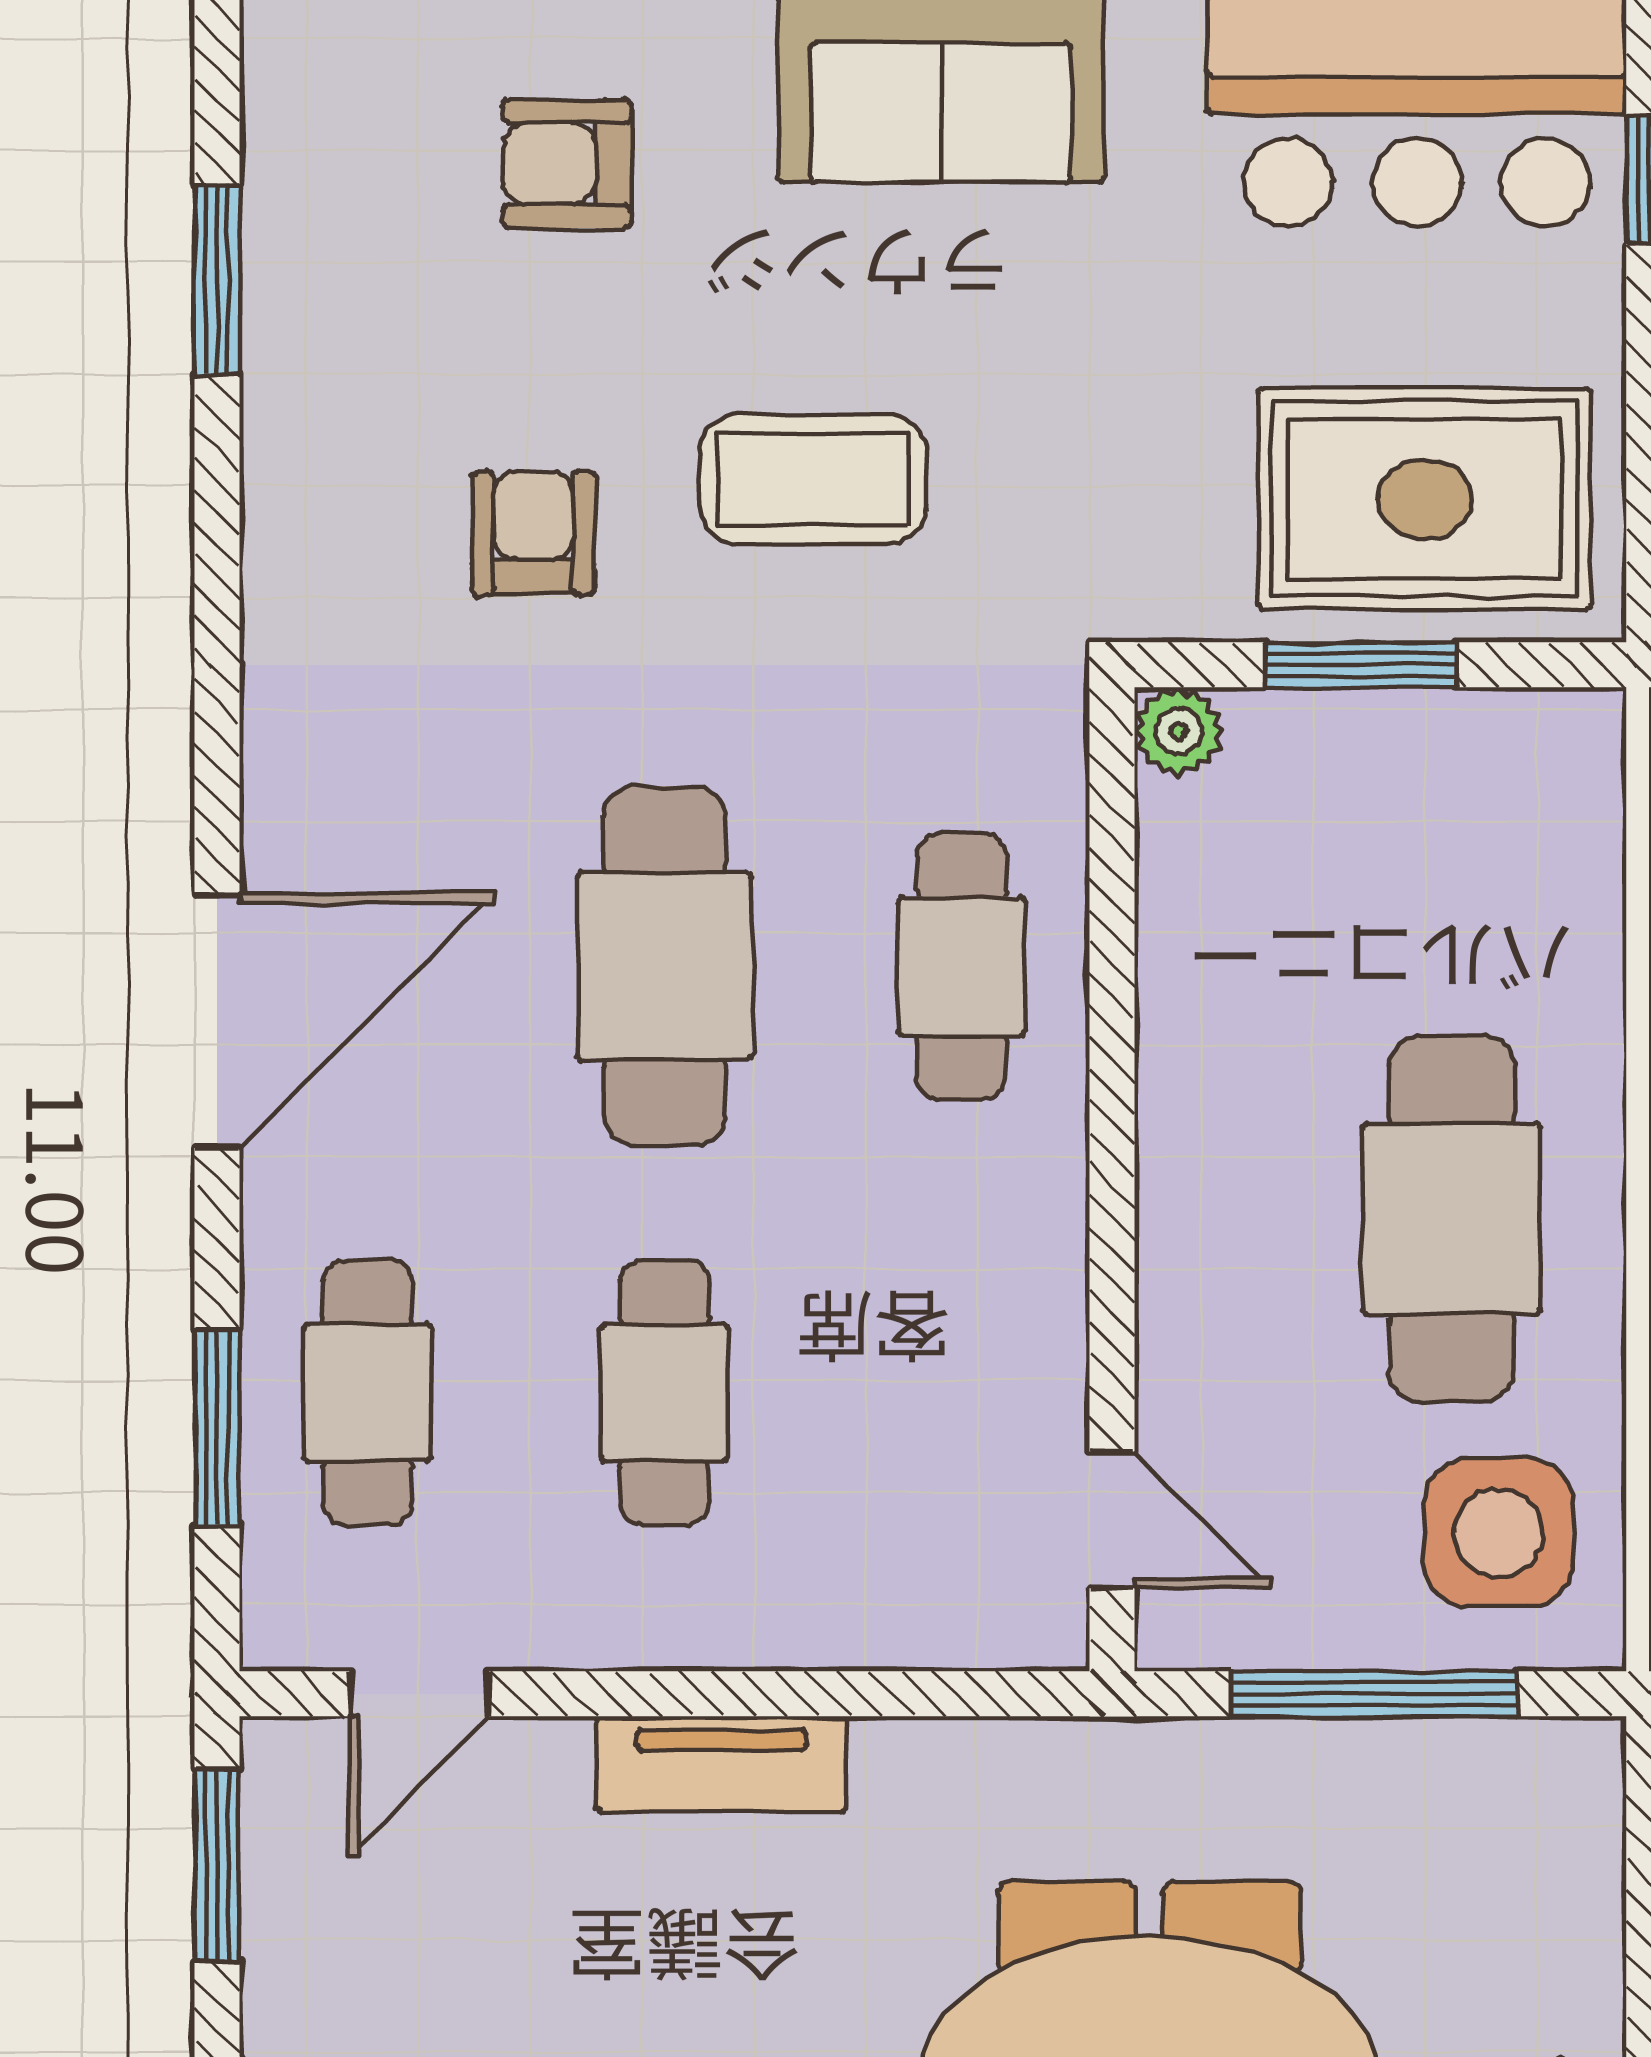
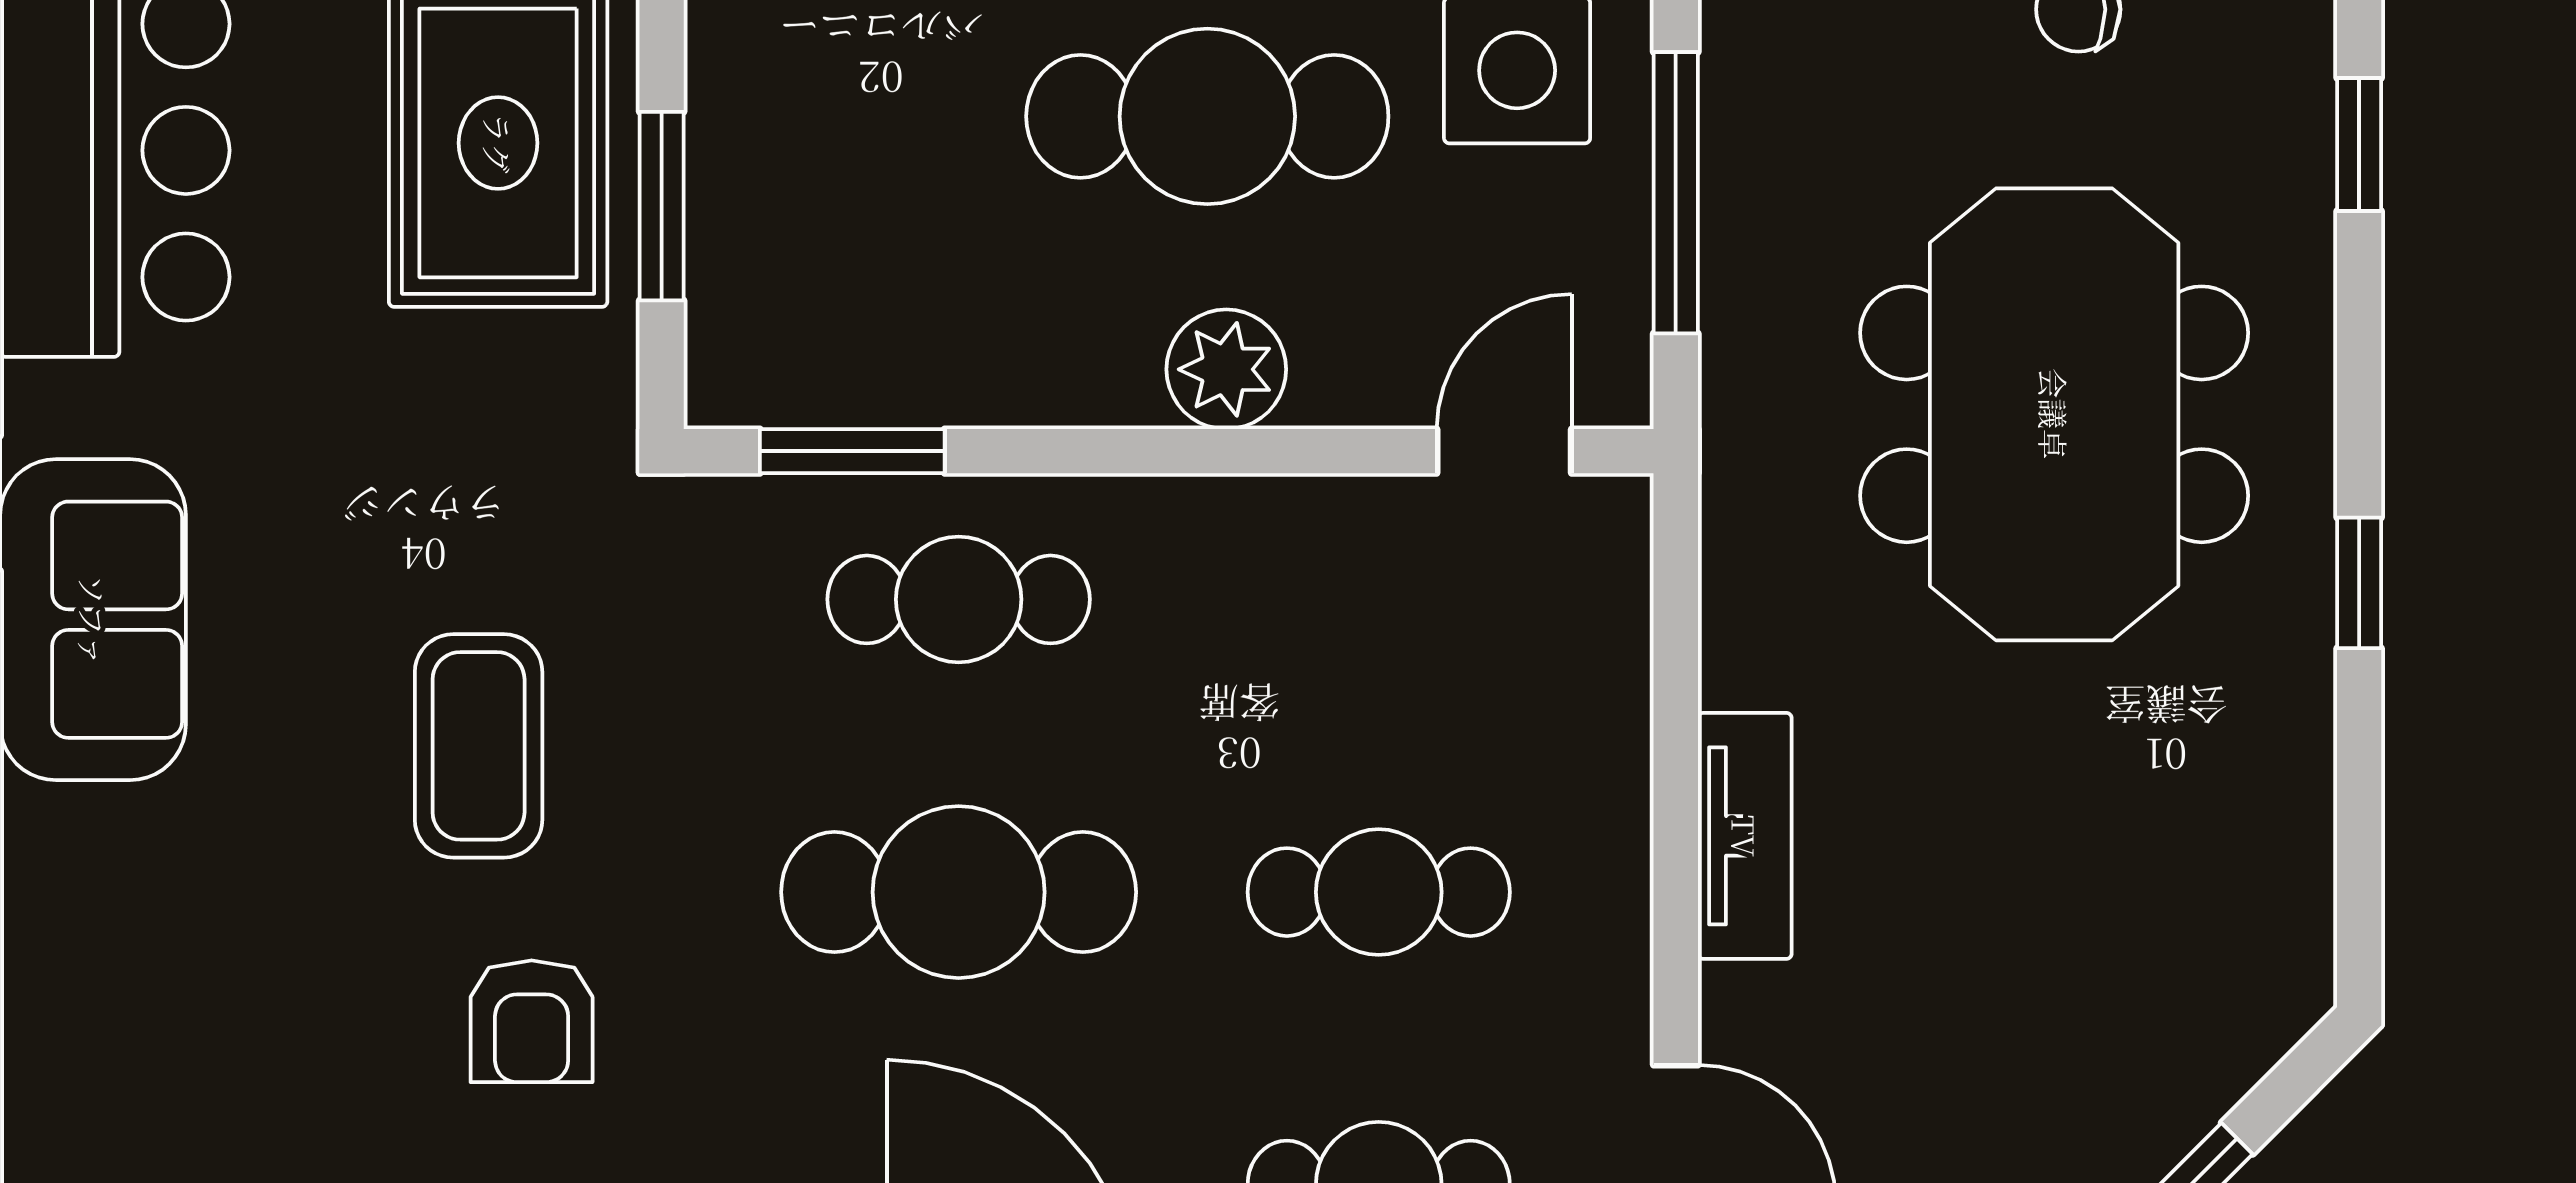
armchair: (567, 164) -> (168, 988), removed
armchair: (533, 533) -> (532, 1021), turned -90
plant: (1178, 731) -> (1226, 369), moved, width x1.38, depth x1.38
window: (1112, 858) -> (852, 451), added

